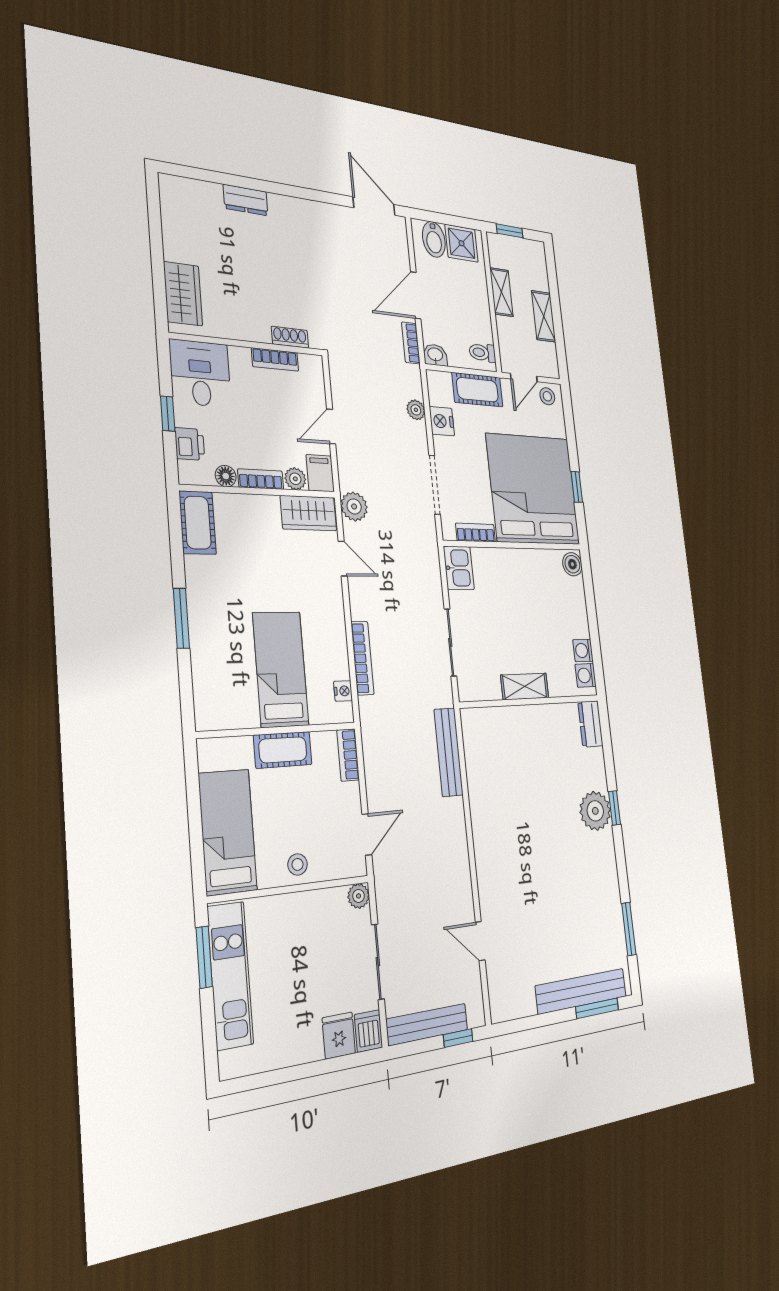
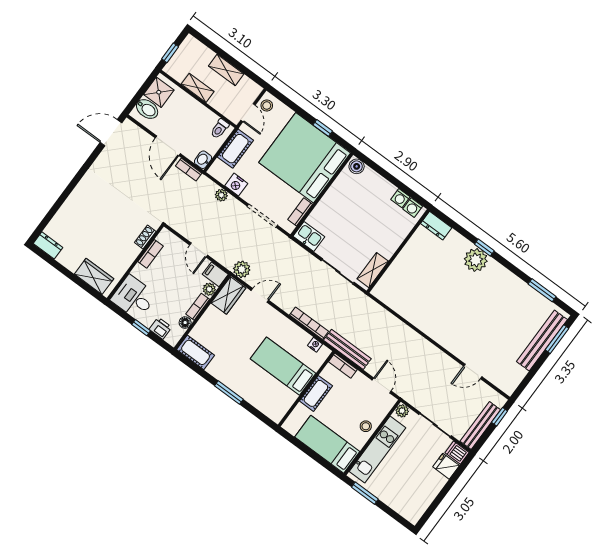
dresser: (246, 200) -> (48, 245), moved, turned -90
shelving: (525, 686) -> (373, 270), moved
bench: (449, 752) -> (347, 349), moved
kitchen unit: (230, 975) -> (377, 450), moved, turned 90

